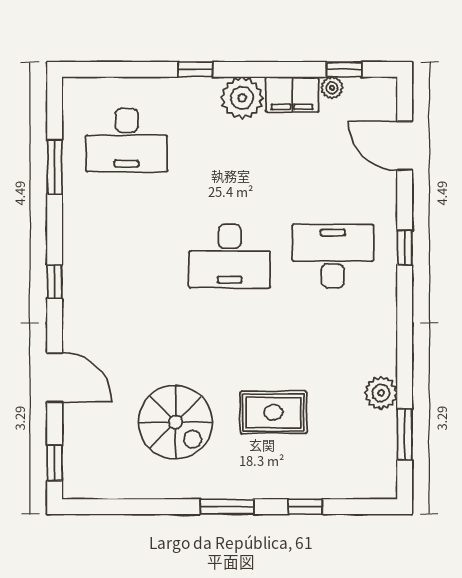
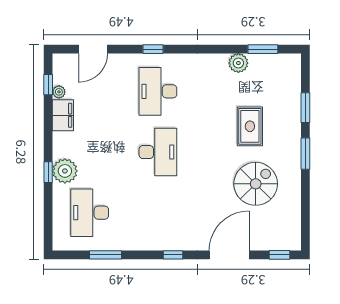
plant: (242, 98) -> (65, 171), moved
desk: (127, 140) -> (90, 213), turned 180
door: (55, 377) -> (229, 255), width x1.36
window: (305, 507) -> (305, 108), width x1.50

